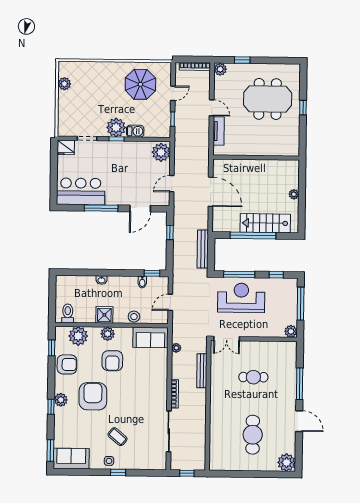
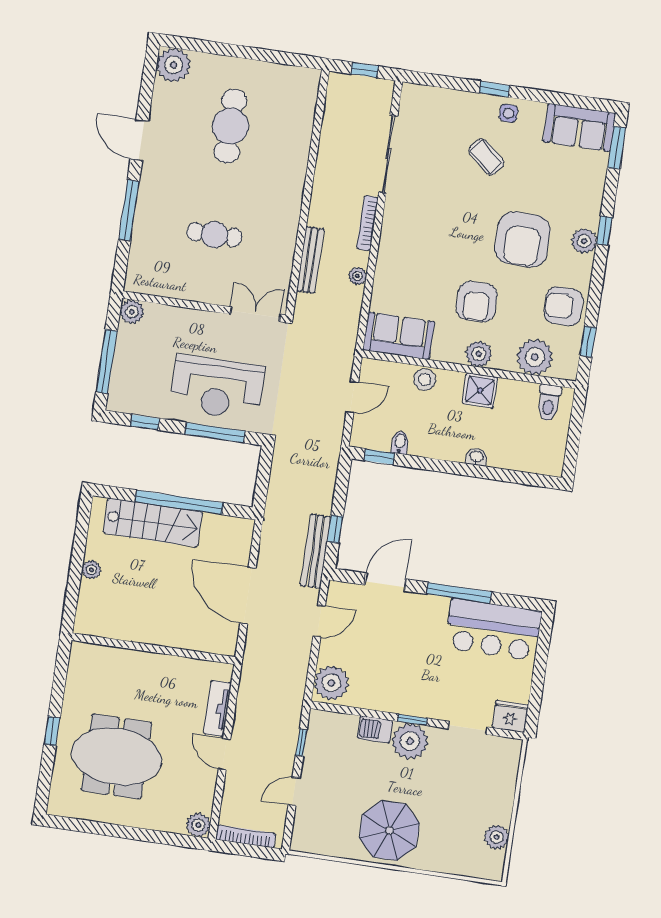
window: (242, 60) -> (155, 836), removed
parasol: (140, 84) -> (389, 830), moved
bench: (203, 249) -> (316, 551), moved
plant: (176, 348) -> (358, 276), moved
armchair: (112, 361) -> (477, 302), turned 180

